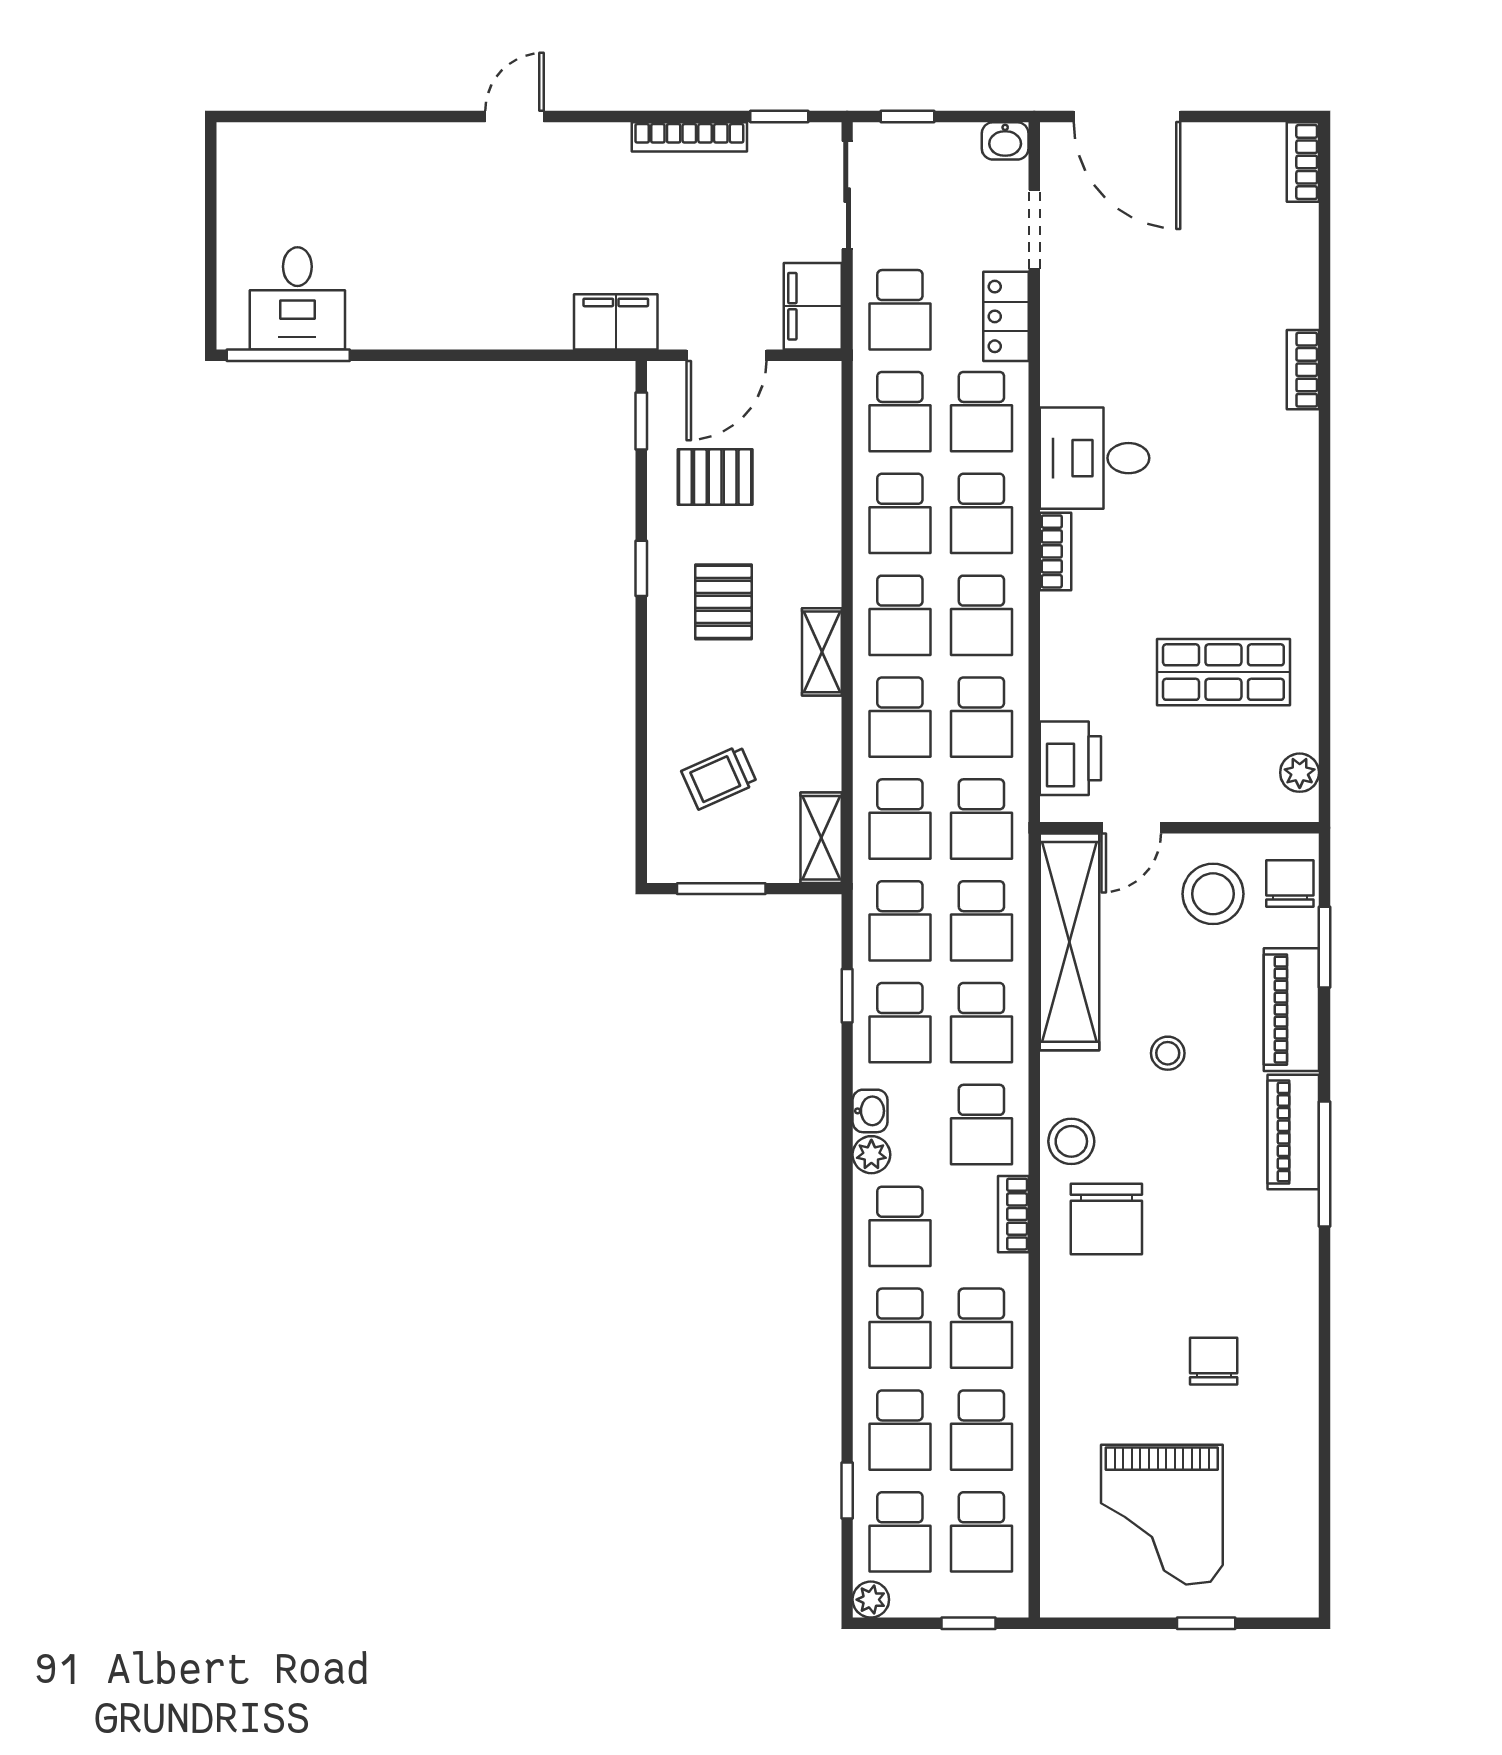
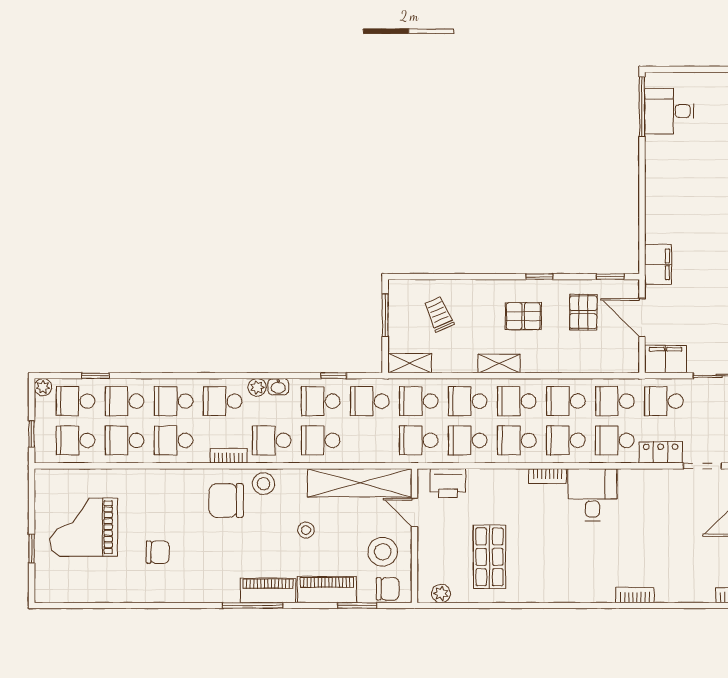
school desk: (981, 921) -> (370, 440), removed

